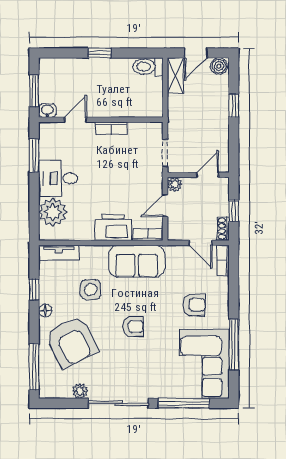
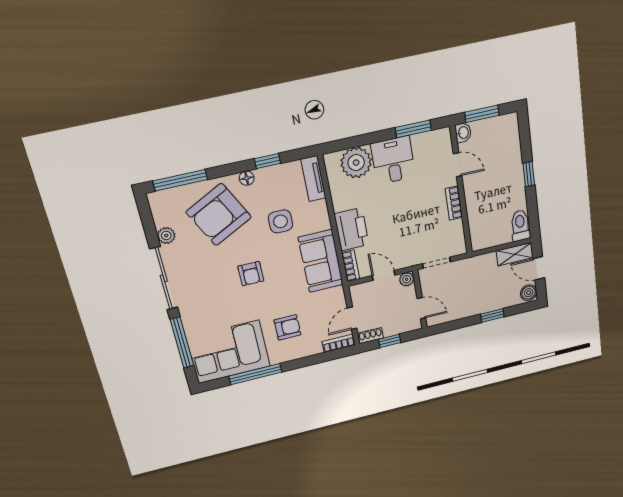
armchair: (194, 305) -> (287, 327), turned -90

